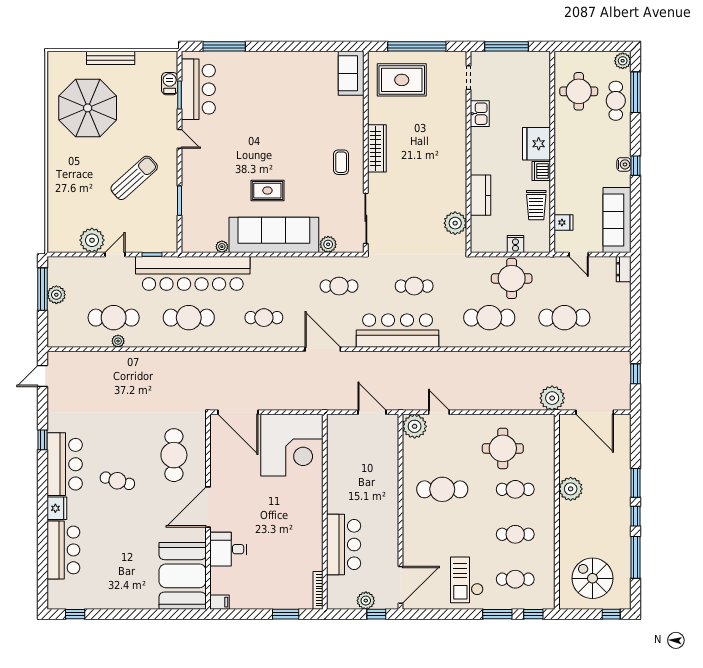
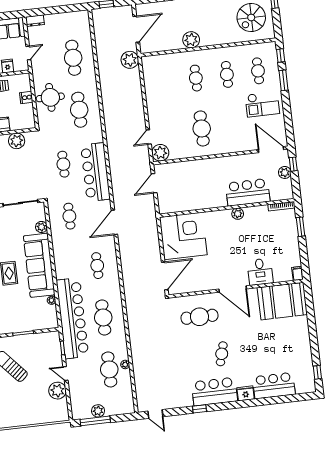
round table: (503, 448) -> (169, 90), removed
plant: (315, 527) -> (238, 214), added

